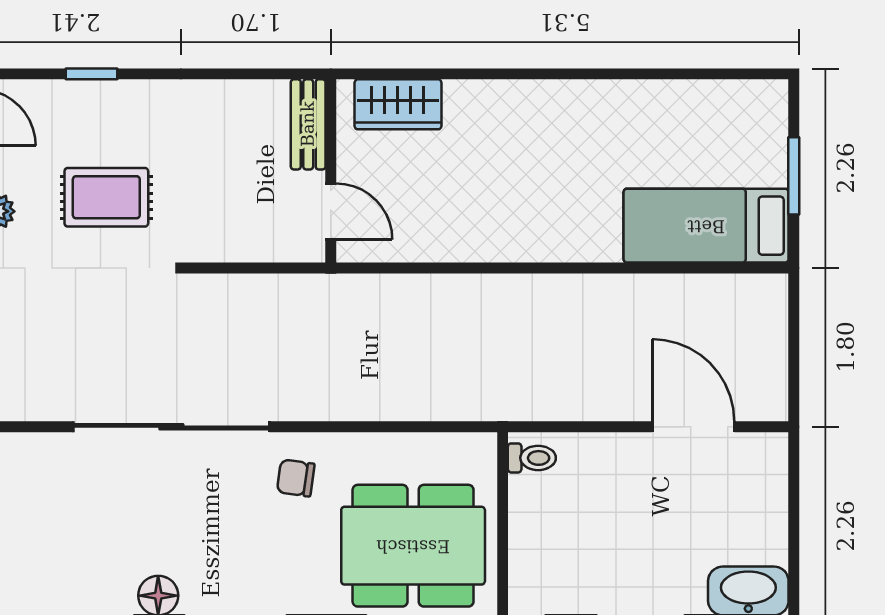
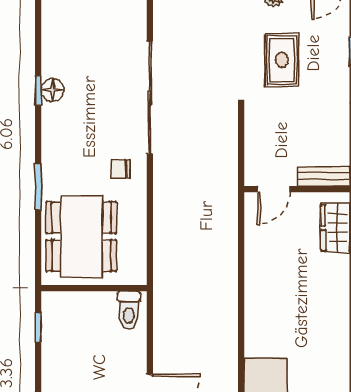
toilet: (532, 458) -> (129, 310), width x1.37, depth x1.39
chair: (296, 478) -> (120, 169), turned -98

